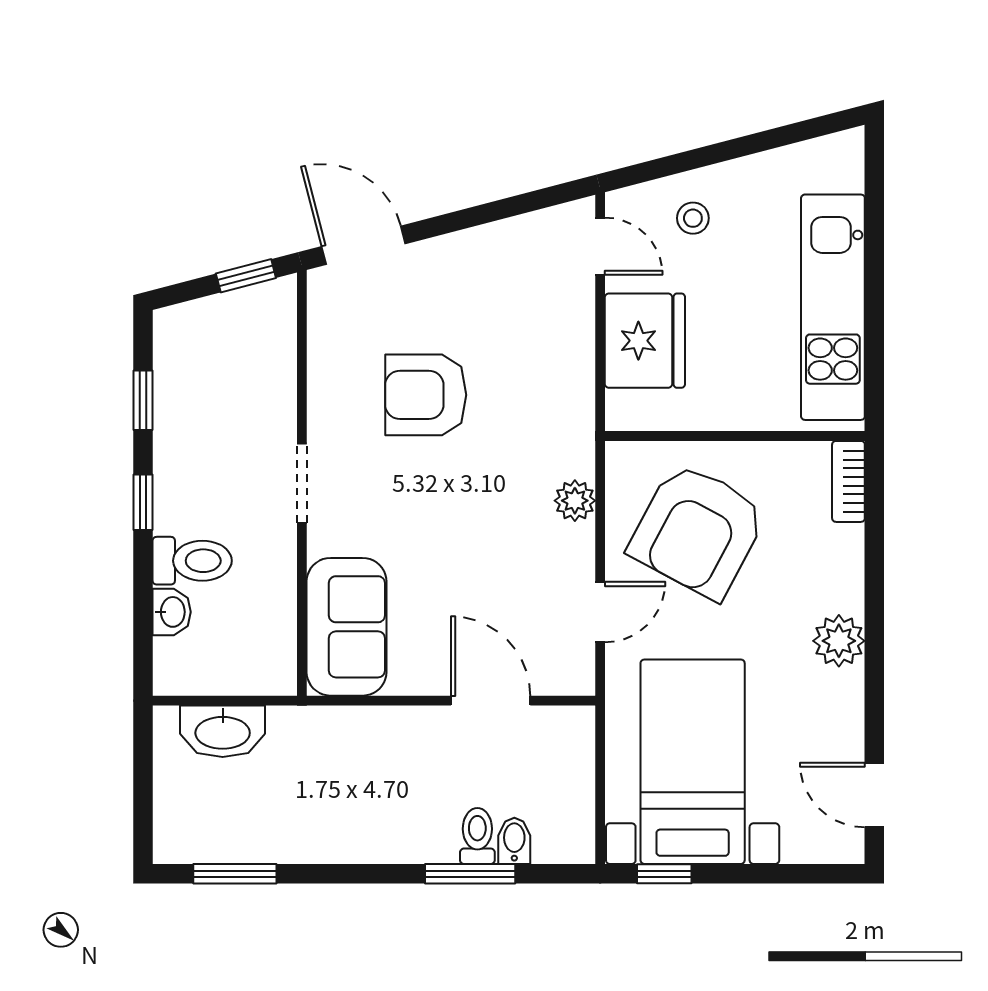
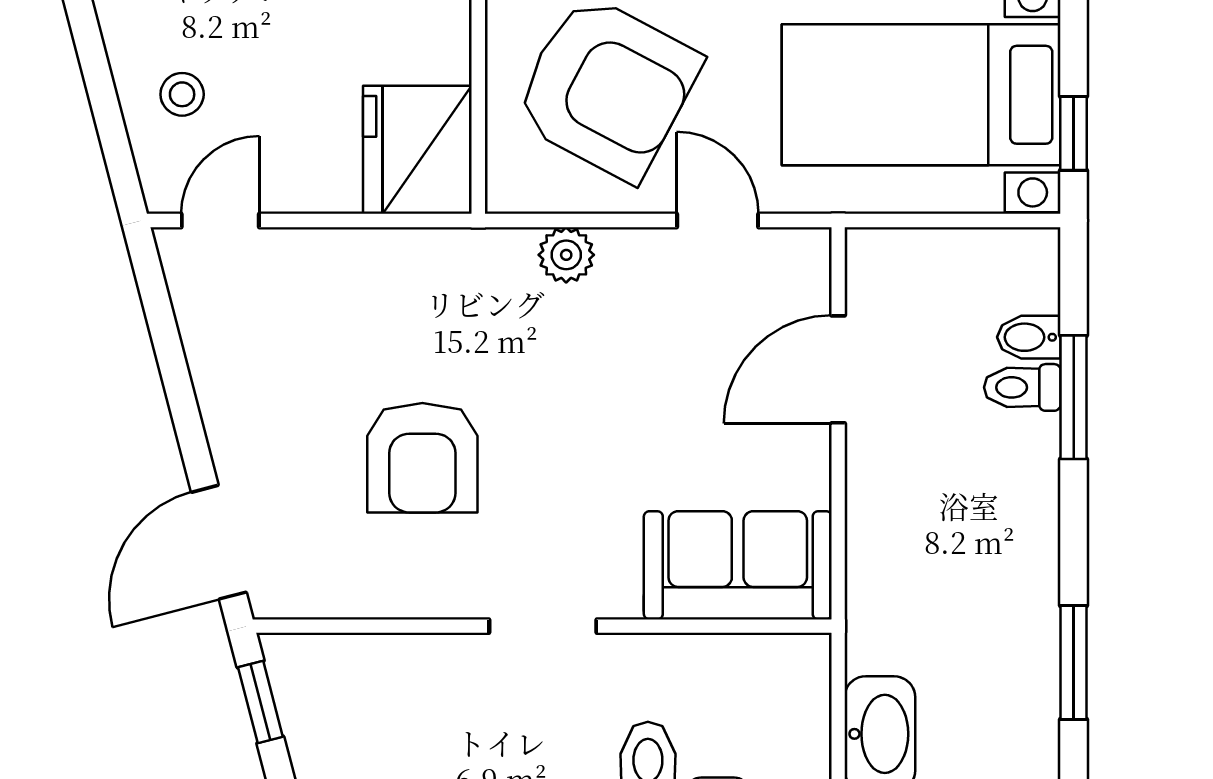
fridge: (645, 341) -> (417, 150), moved, turned -90
window: (235, 874) -> (1074, 662), moved

